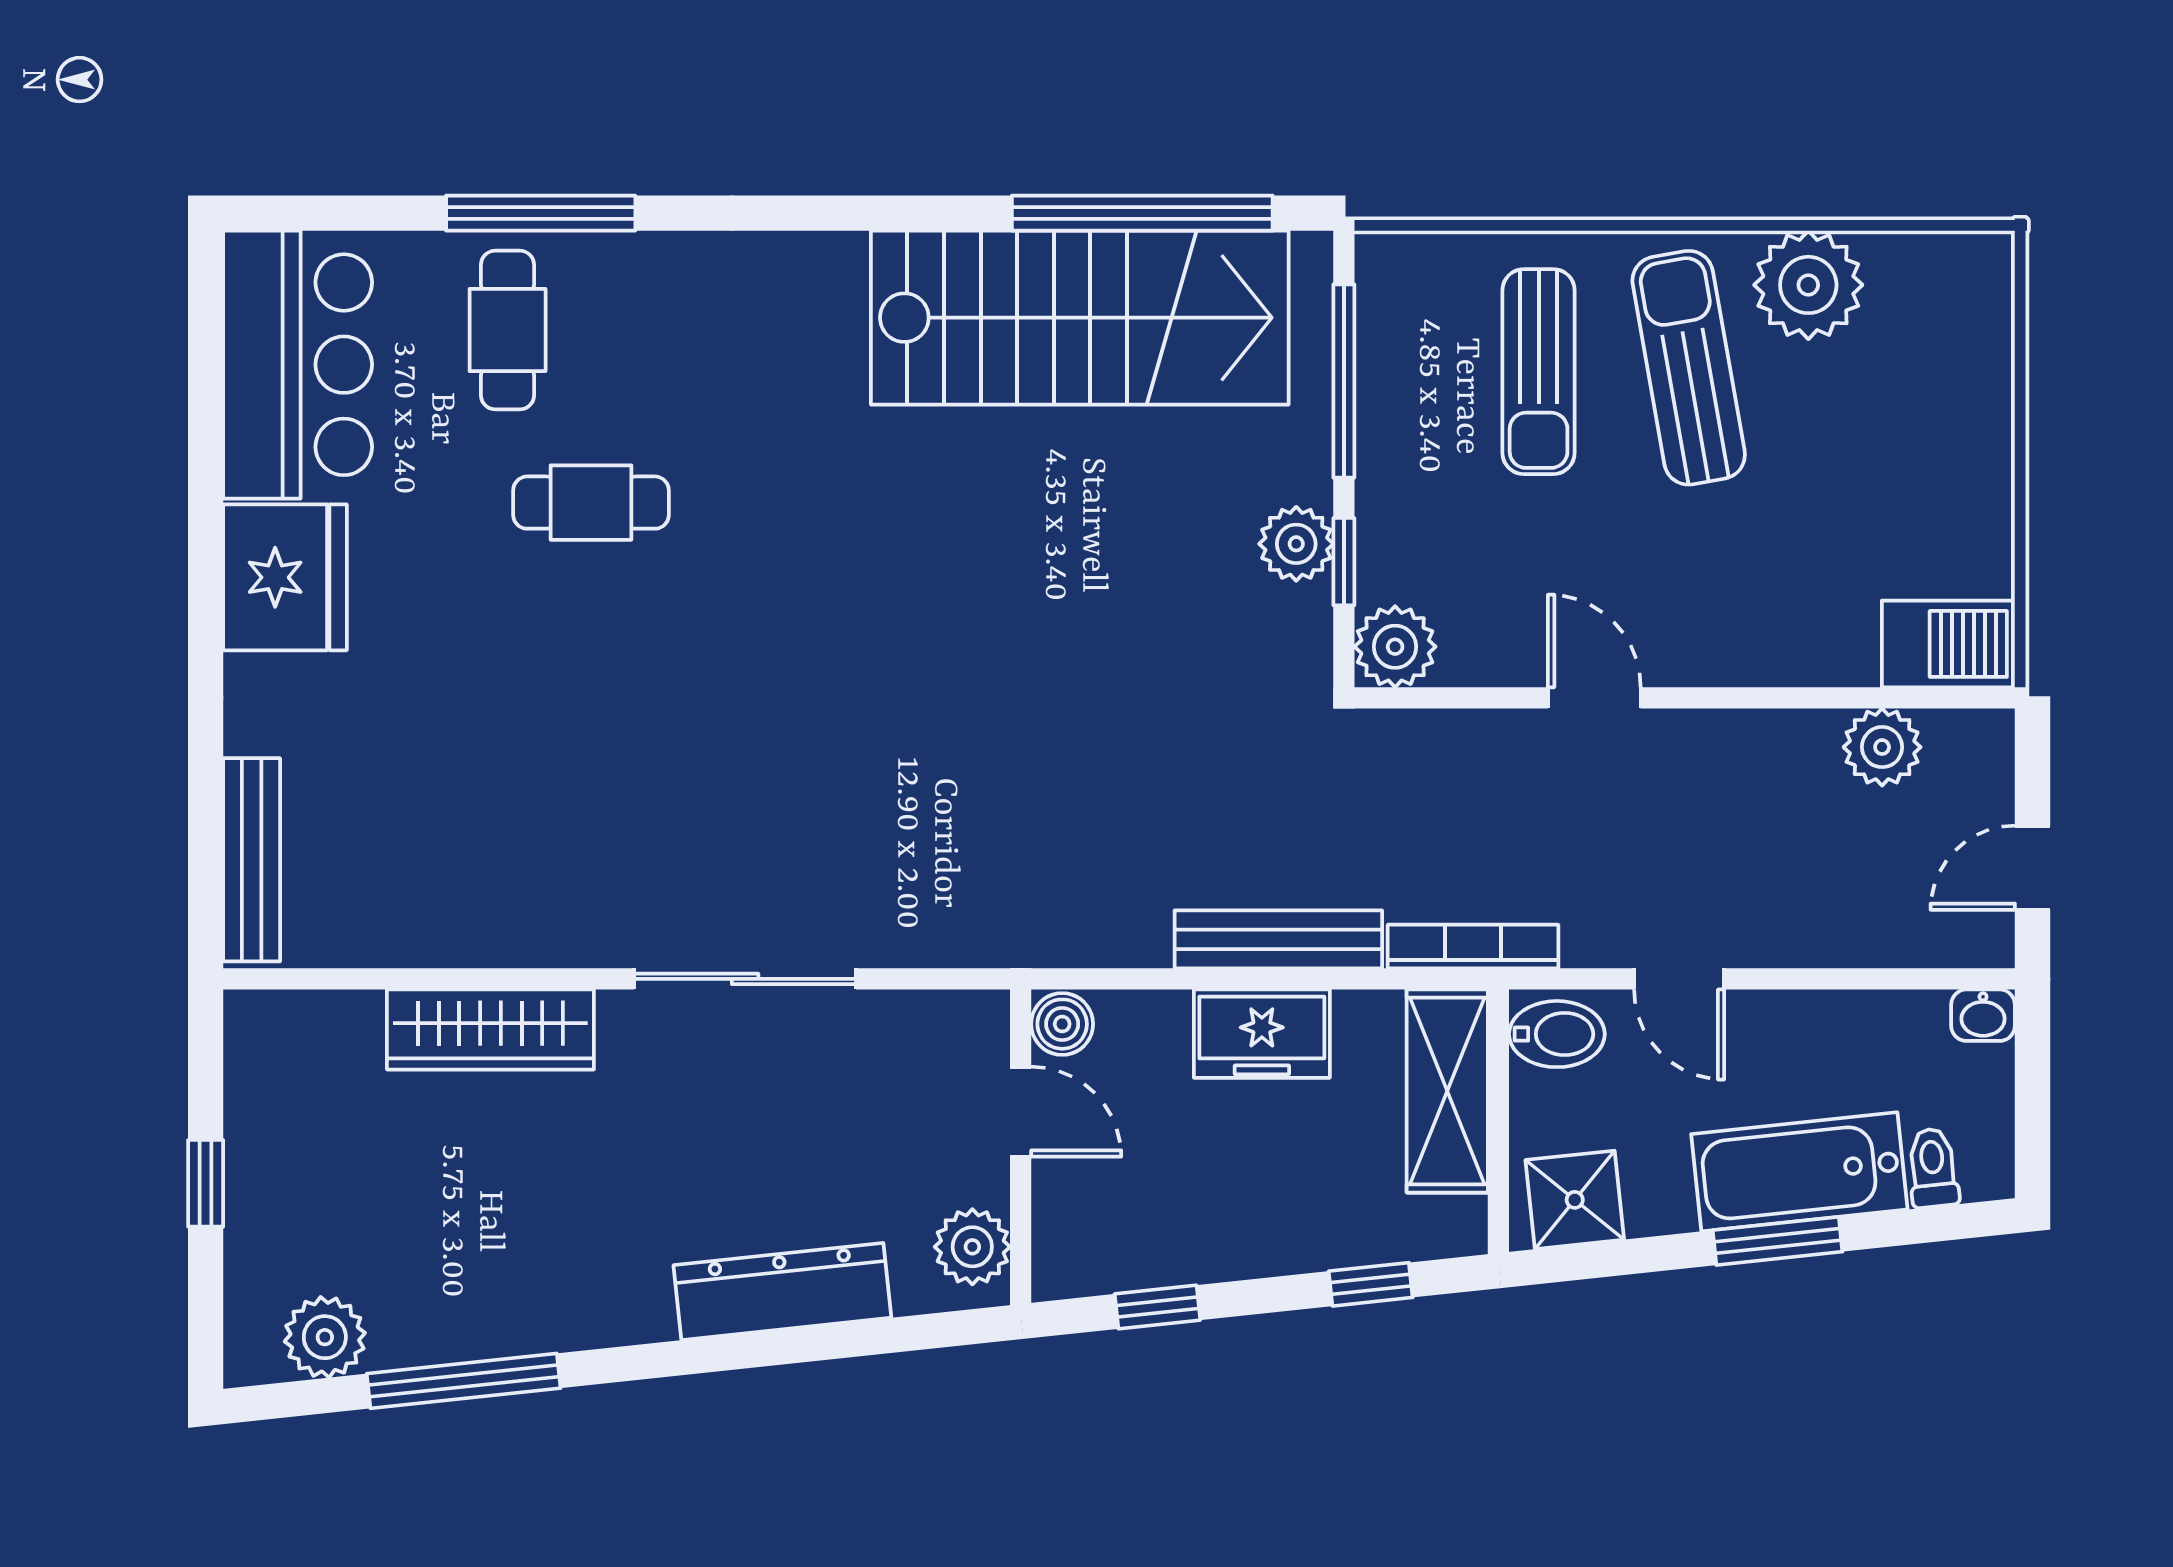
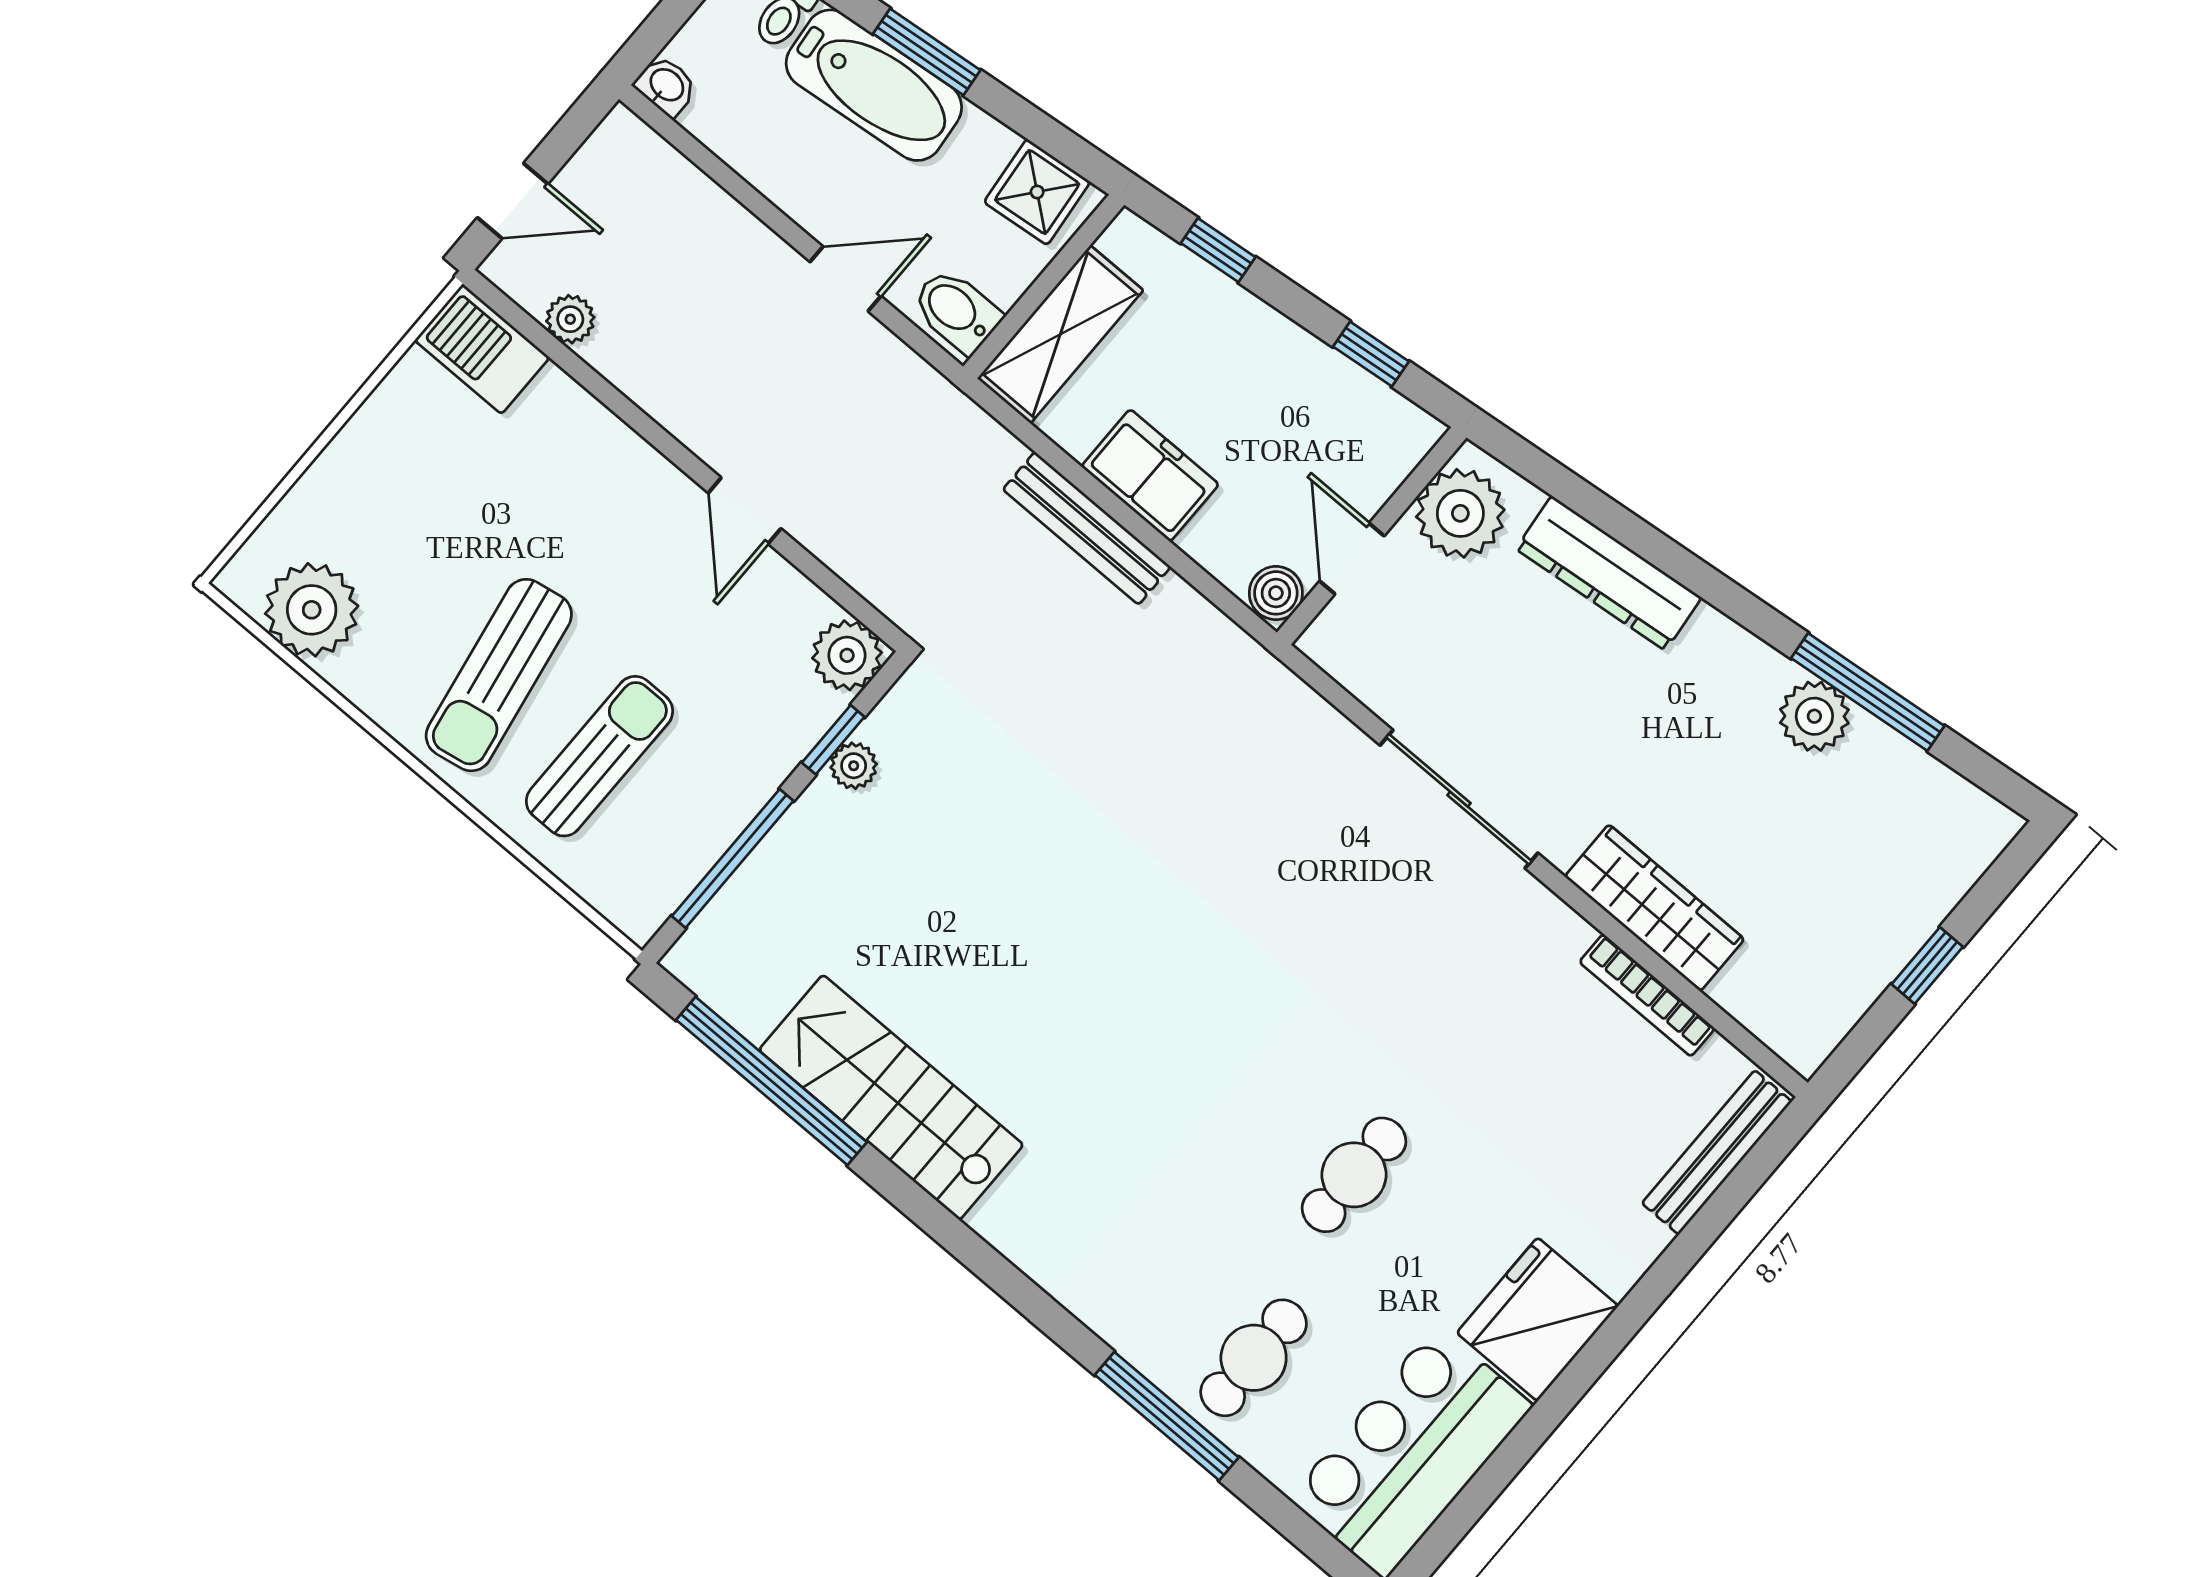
plant: (1808, 285) -> (312, 610), moved
stairs: (1080, 318) -> (891, 1097), width x0.73, depth x0.66
cafe table: (591, 503) -> (1354, 1175), moved, turned 90
plant: (1296, 544) -> (854, 766), width x0.73, depth x0.73
plant: (1882, 747) -> (570, 319), width x0.73, depth x0.73
door: (2032, 868) -> (513, 201), moved
bookcase: (1473, 947) -> (1647, 995), moved
door: (1679, 979) -> (845, 279), hinge flipped
plant: (972, 1247) -> (1460, 513), width x1.36, depth x1.36
plant: (325, 1337) -> (1814, 716), moved

